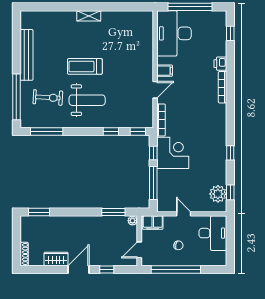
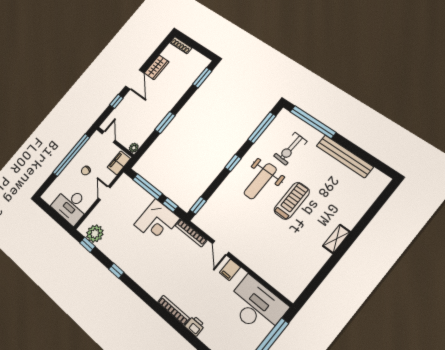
window: (111, 131) -> (233, 163), moved
window: (113, 212) -> (165, 123), moved
door: (184, 214) -> (104, 193), swing flipped

